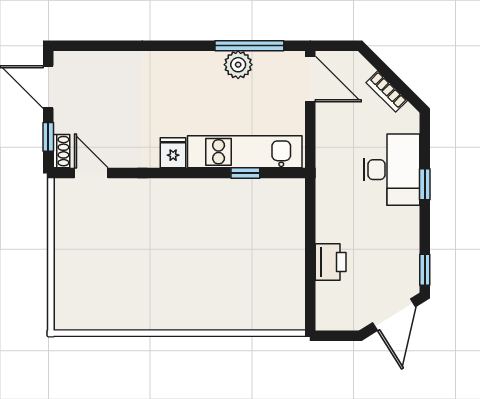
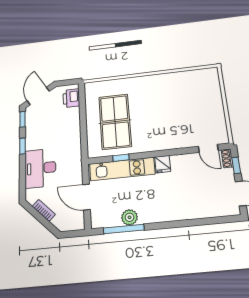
door: (310, 79) -> (86, 197), moved
window: (425, 184) -> (23, 146), moved
table tennis table: (251, 244) -> (115, 122), added
printer: (331, 262) -> (71, 98), moved

